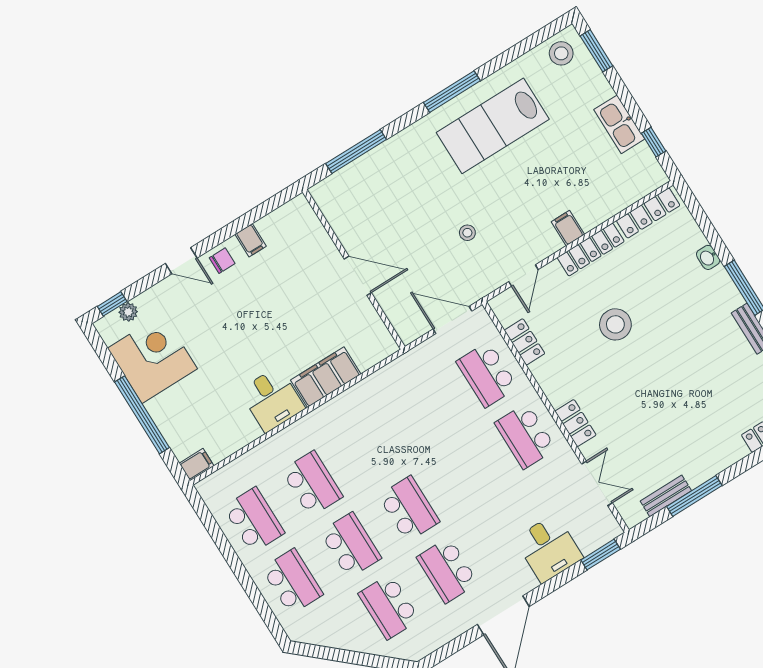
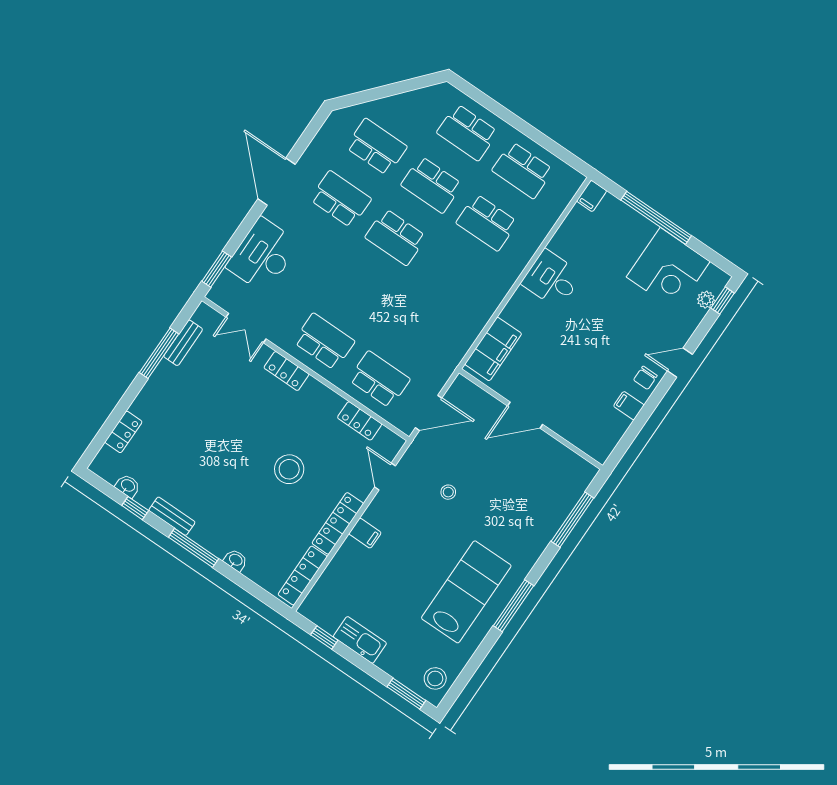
filing cabinet: (326, 377) -> (493, 349), moved
desk: (549, 548) -> (263, 255), width x1.37

